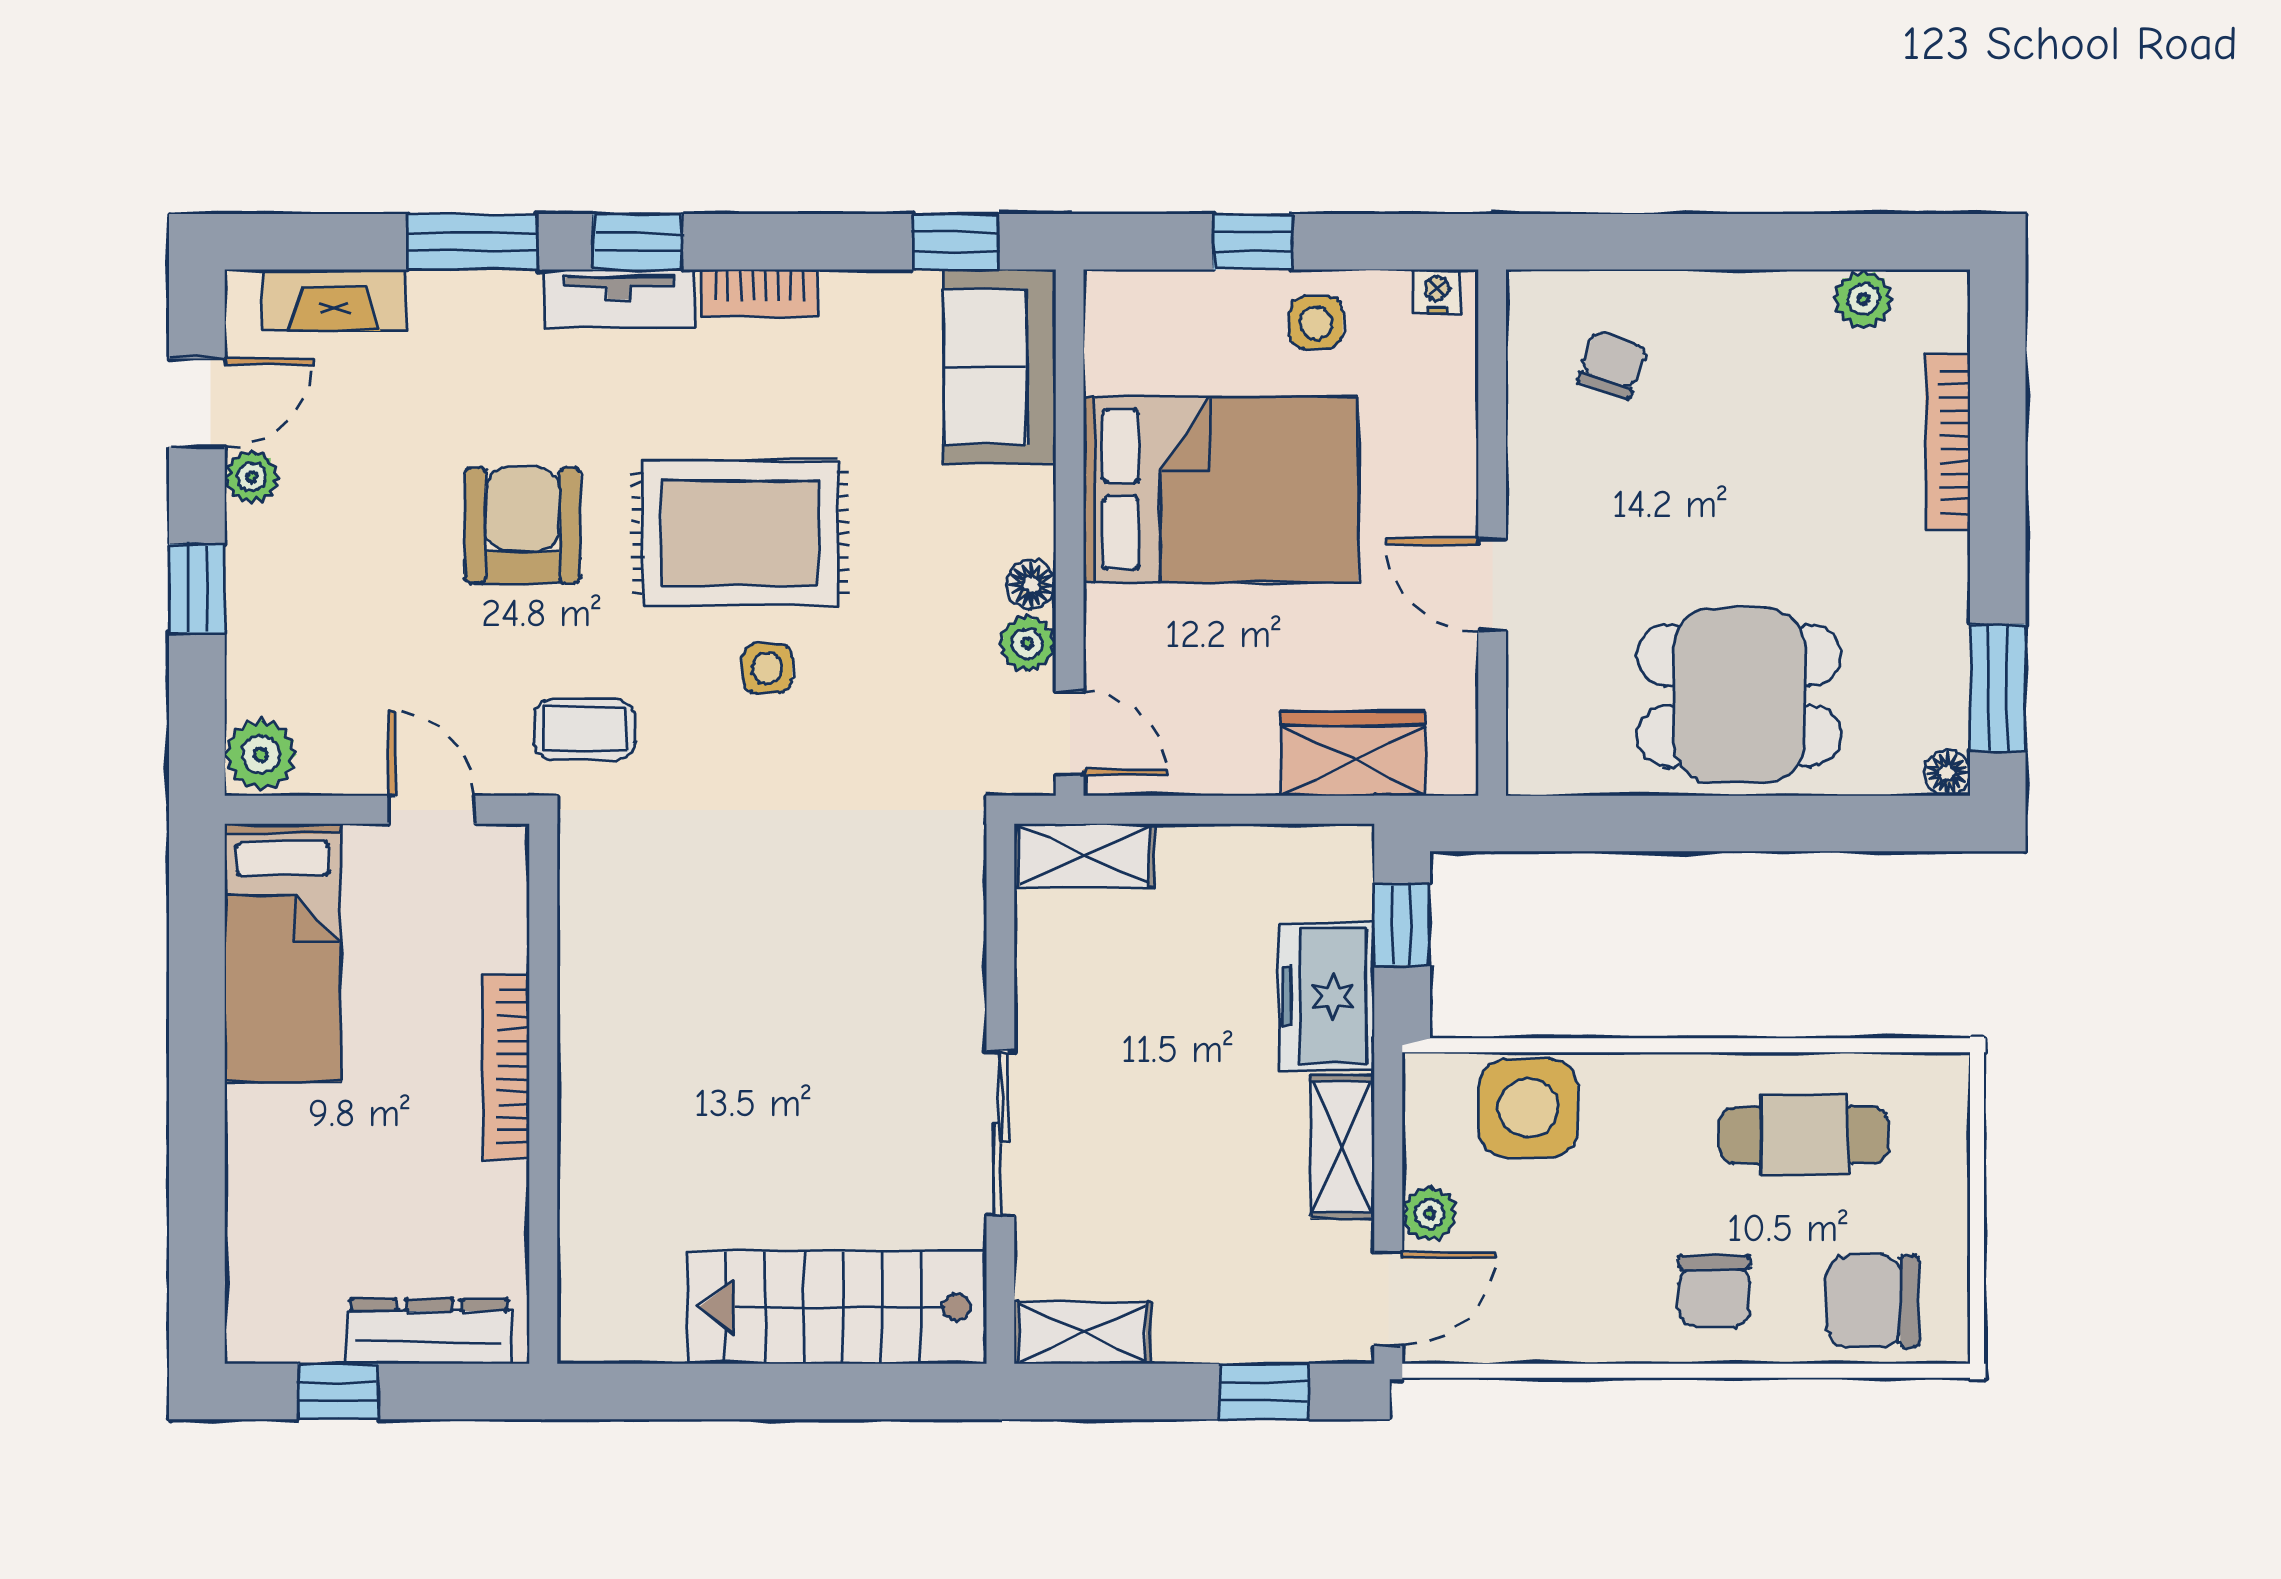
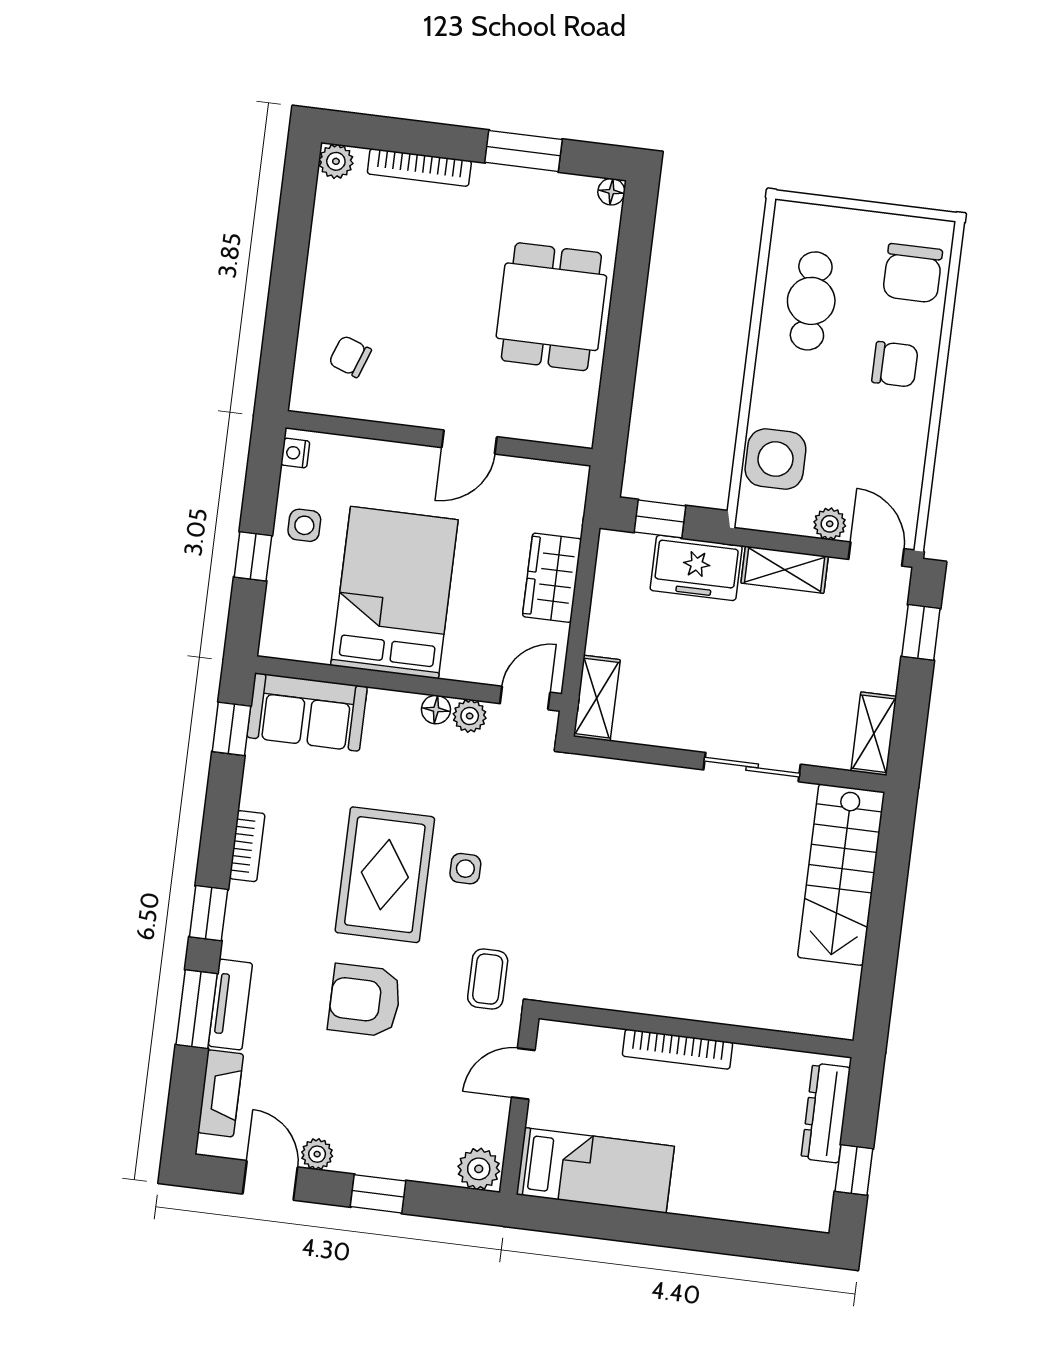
tv unit: (620, 298) -> (230, 1005), moved
plant: (1863, 299) -> (336, 161), moved
window: (1998, 688) -> (524, 151), moved
wardrobe: (1353, 754) -> (552, 578), moved

